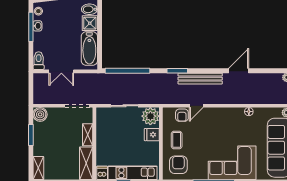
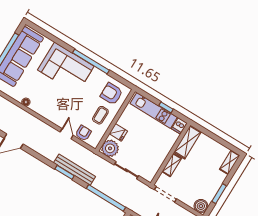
bench: (200, 79) -> (75, 170), moved
door: (196, 106) -> (67, 134), hinge flipped
armchair: (178, 165) -> (112, 94), turned 90

